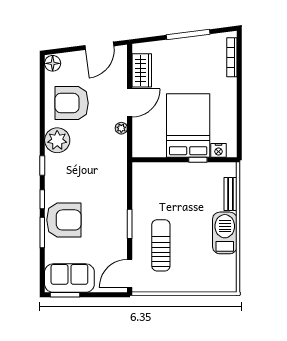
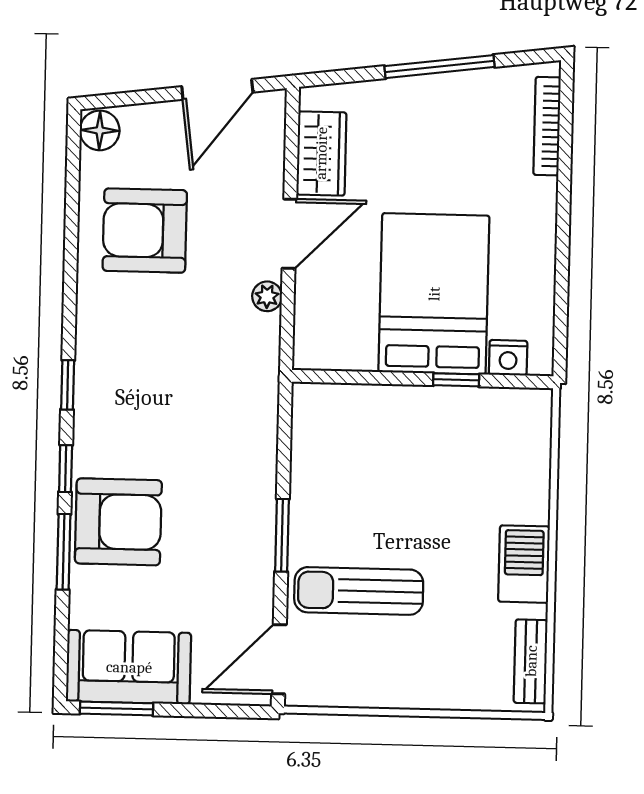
plant: (57, 140) -> (106, 322), removed
bench: (230, 194) -> (531, 661), moved
barbecue: (225, 233) -> (524, 564), width x0.73, depth x0.83
sun lounger: (161, 245) -> (359, 591), turned -90

